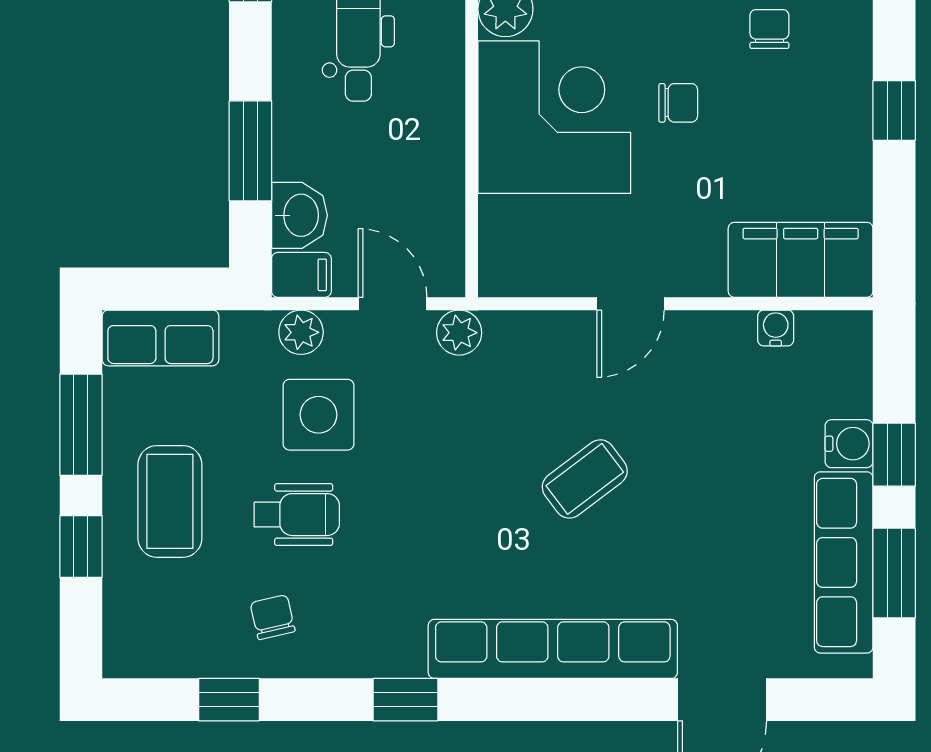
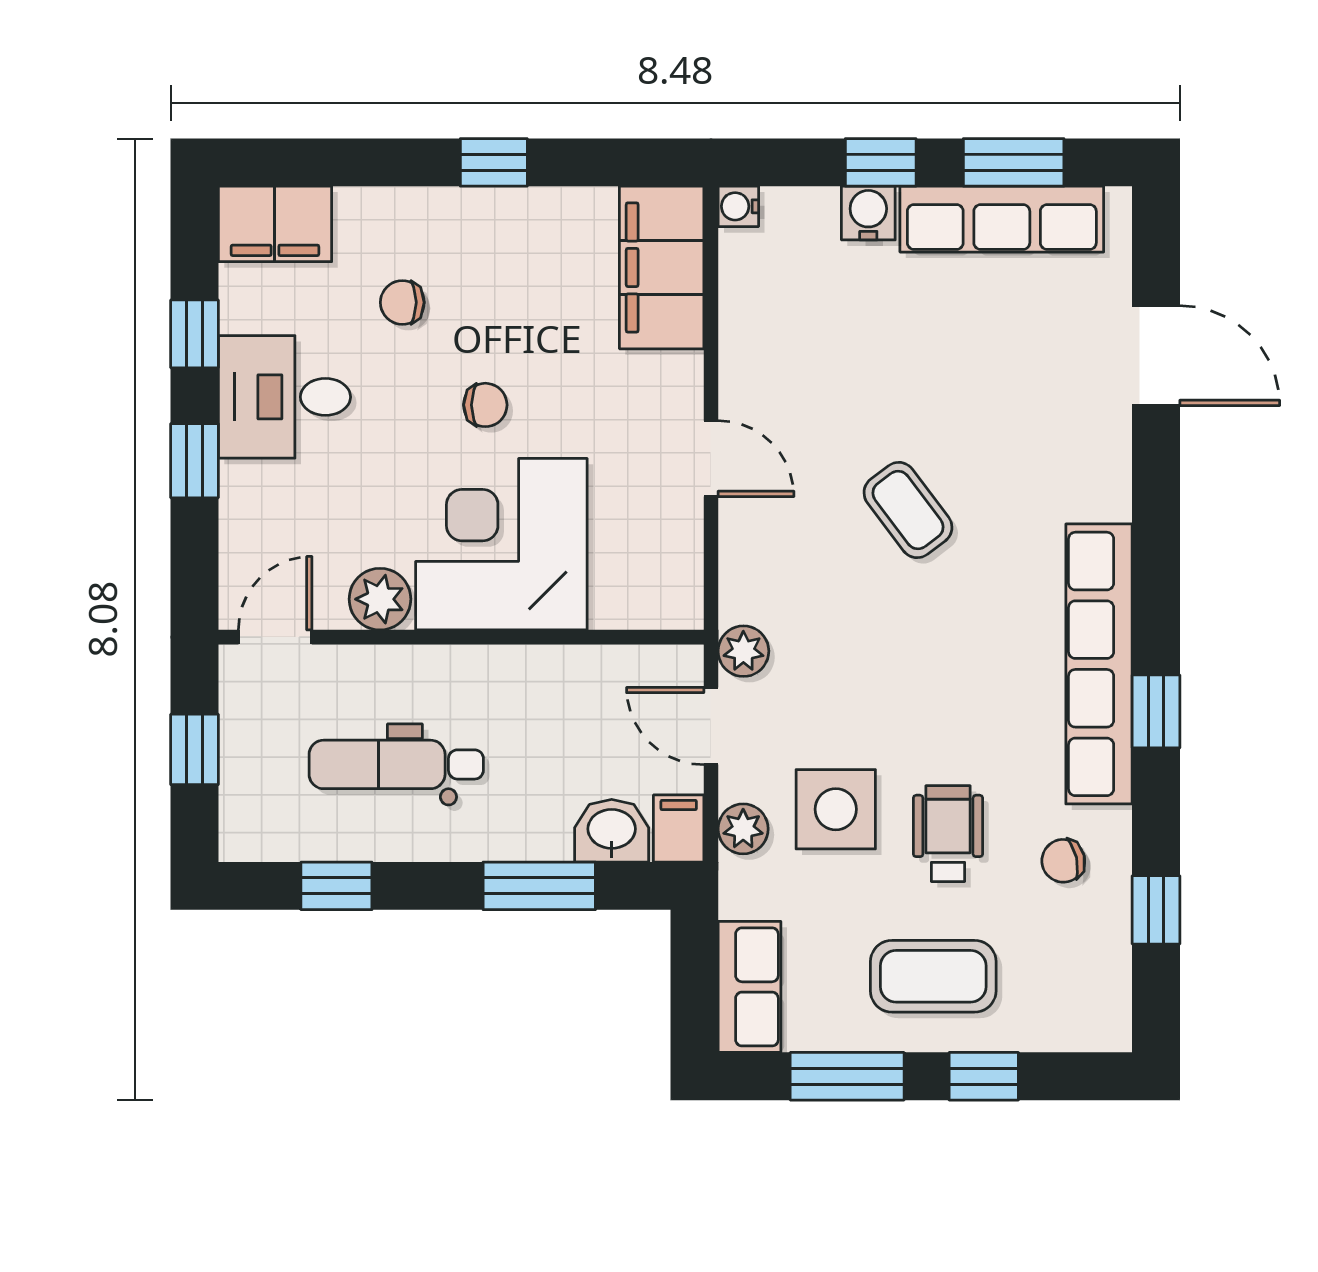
chair: (678, 103) -> (485, 405), turned 90
door: (393, 304) -> (711, 726), hinge flipped
water cooler: (776, 328) -> (738, 206), moved
row of seats: (553, 649) -> (1099, 664), moved

